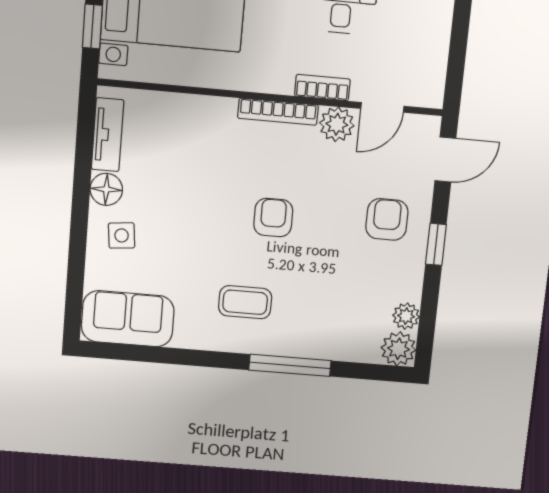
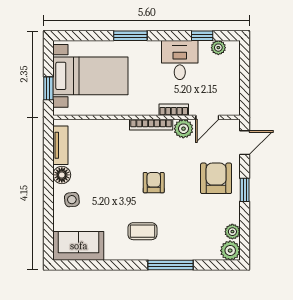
armchair: (387, 219) -> (216, 178), width x1.38, depth x1.38

